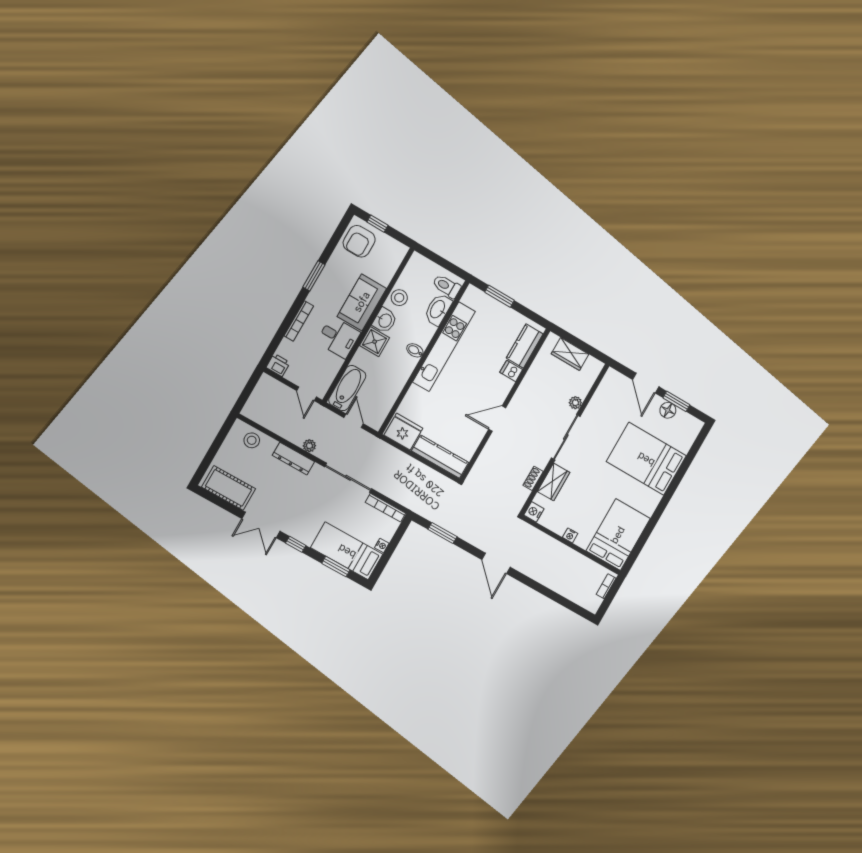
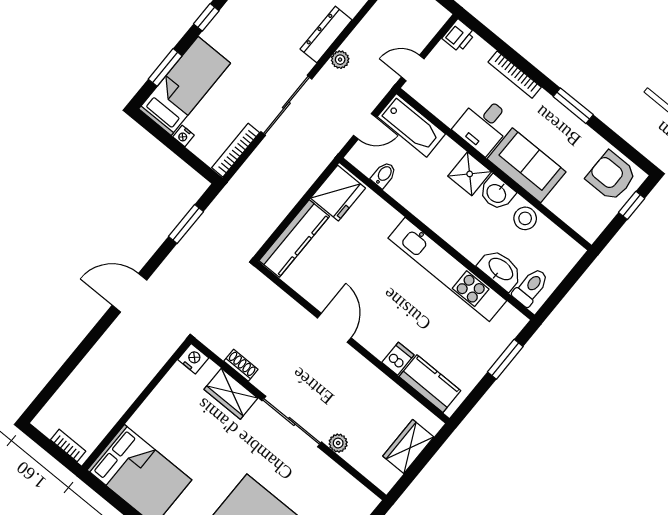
bidet: (415, 350) -> (384, 175), moved
nightstand: (570, 535) -> (150, 405), removed

